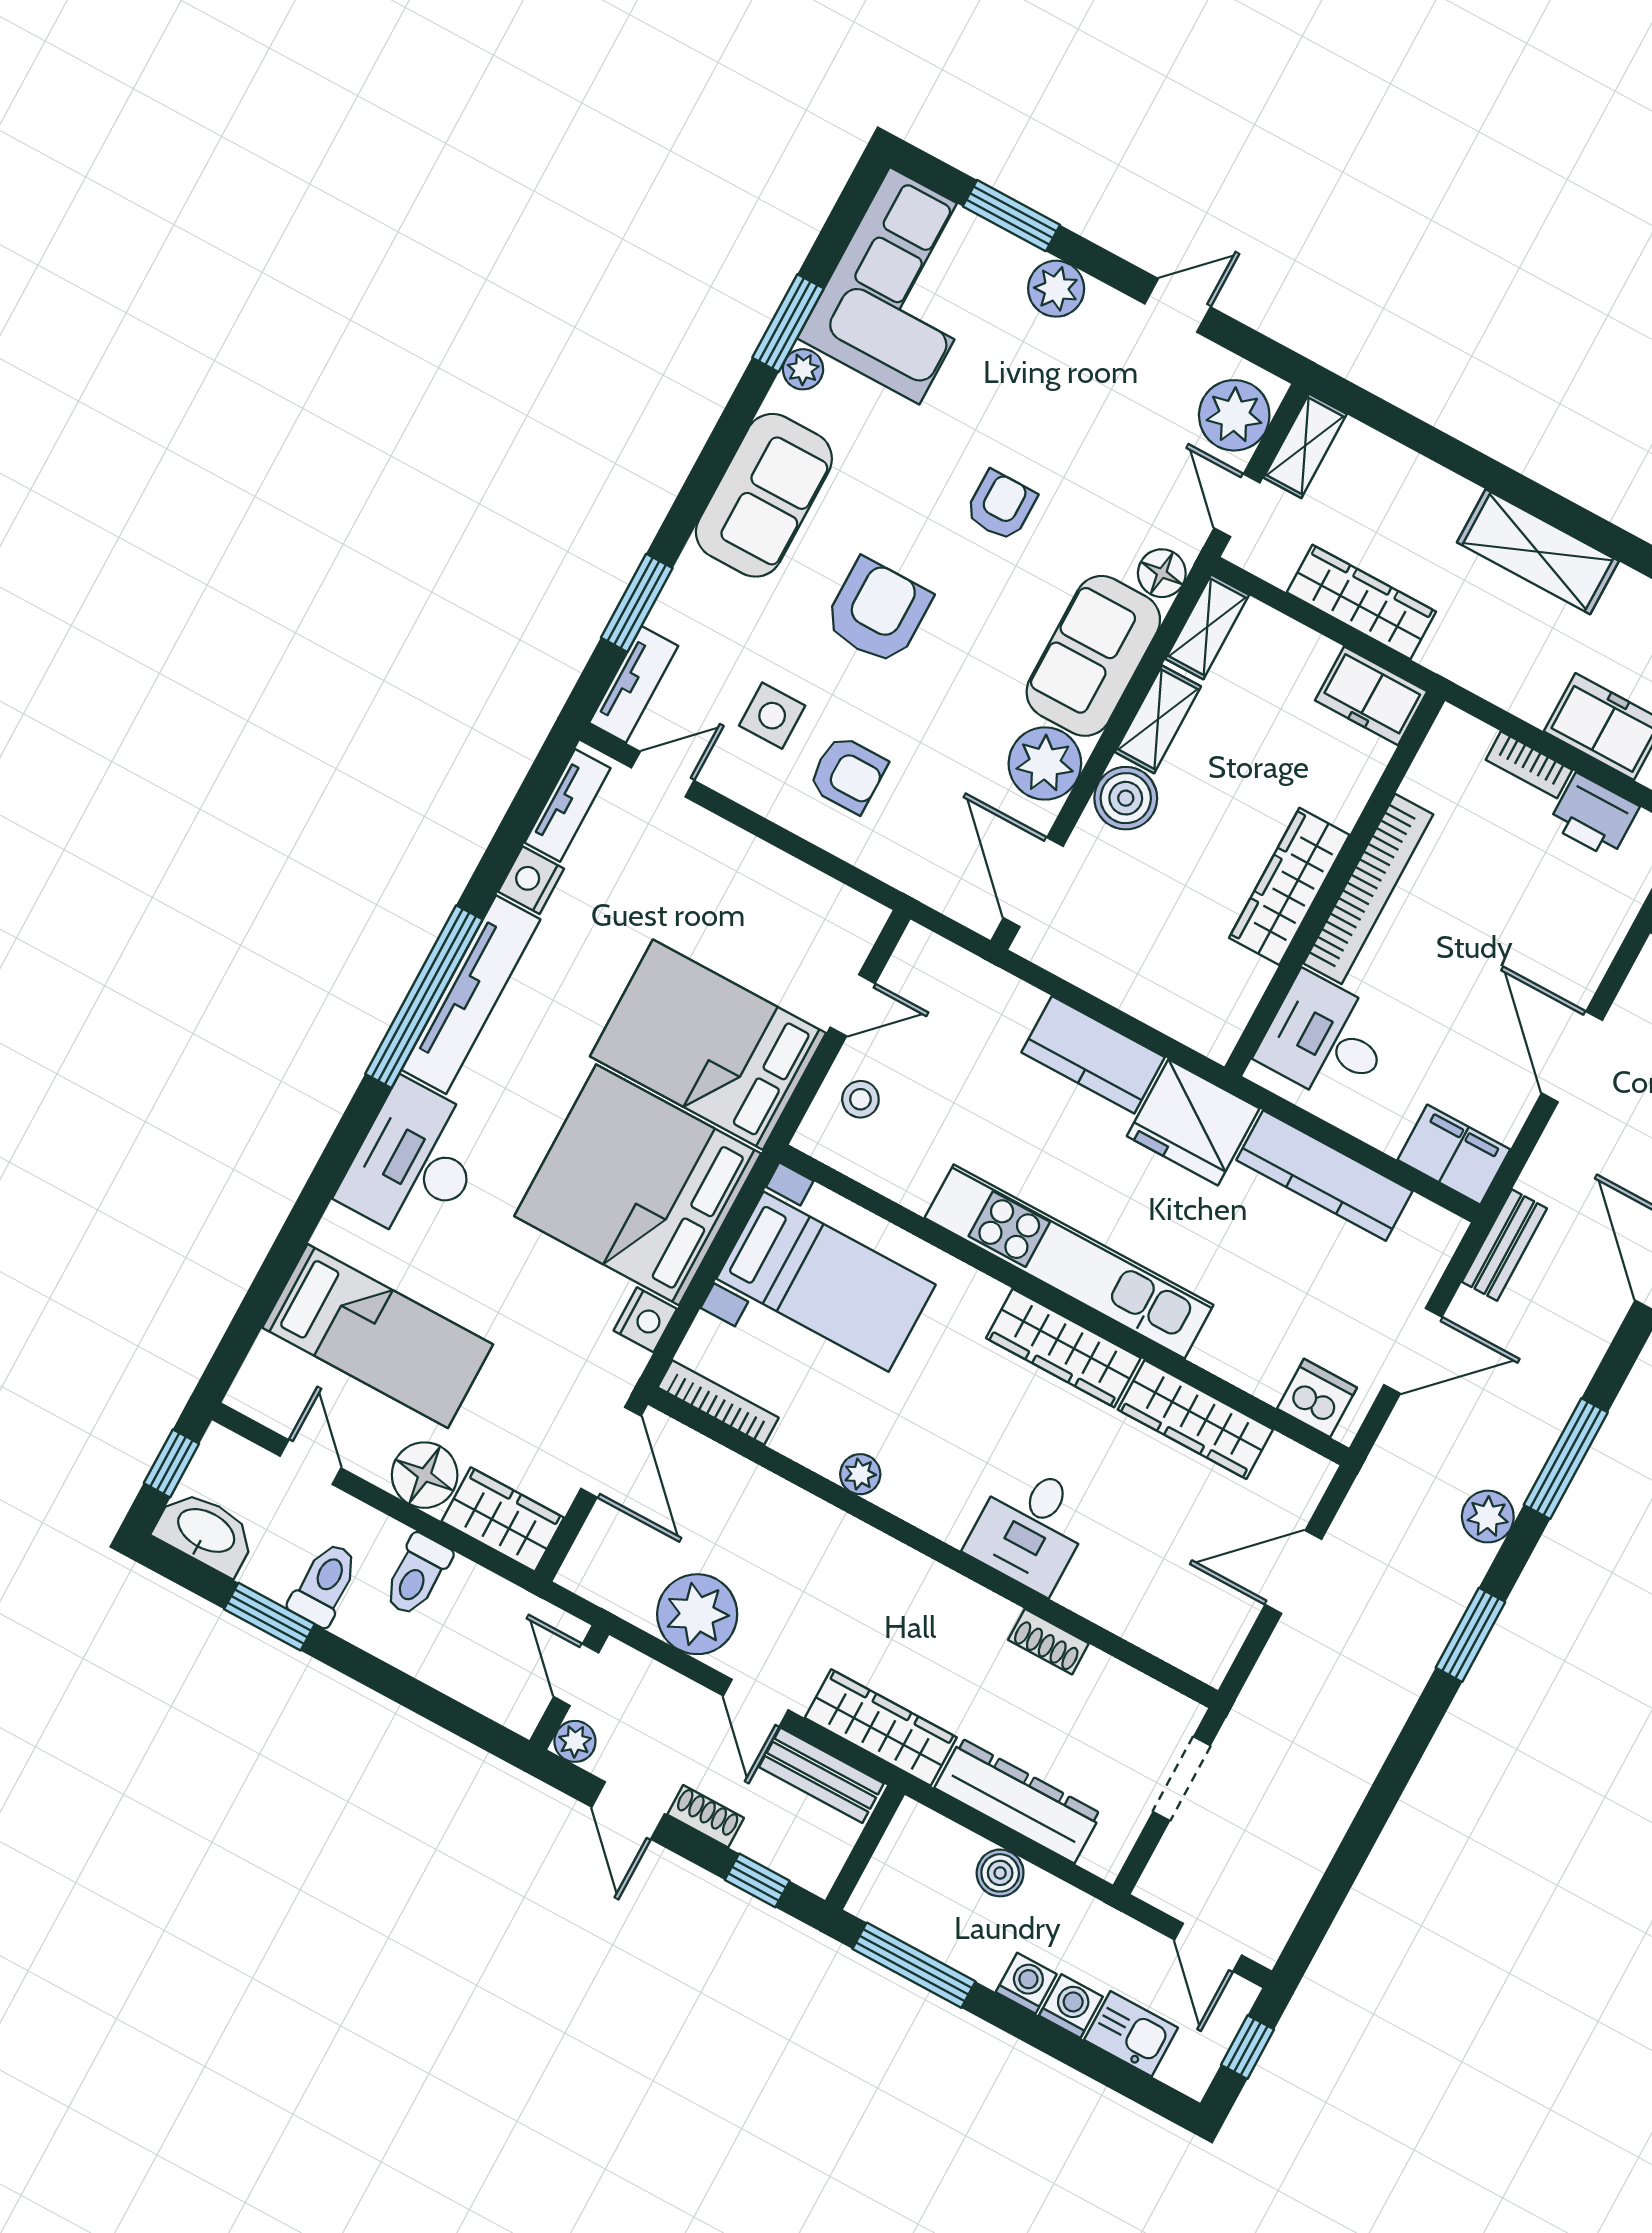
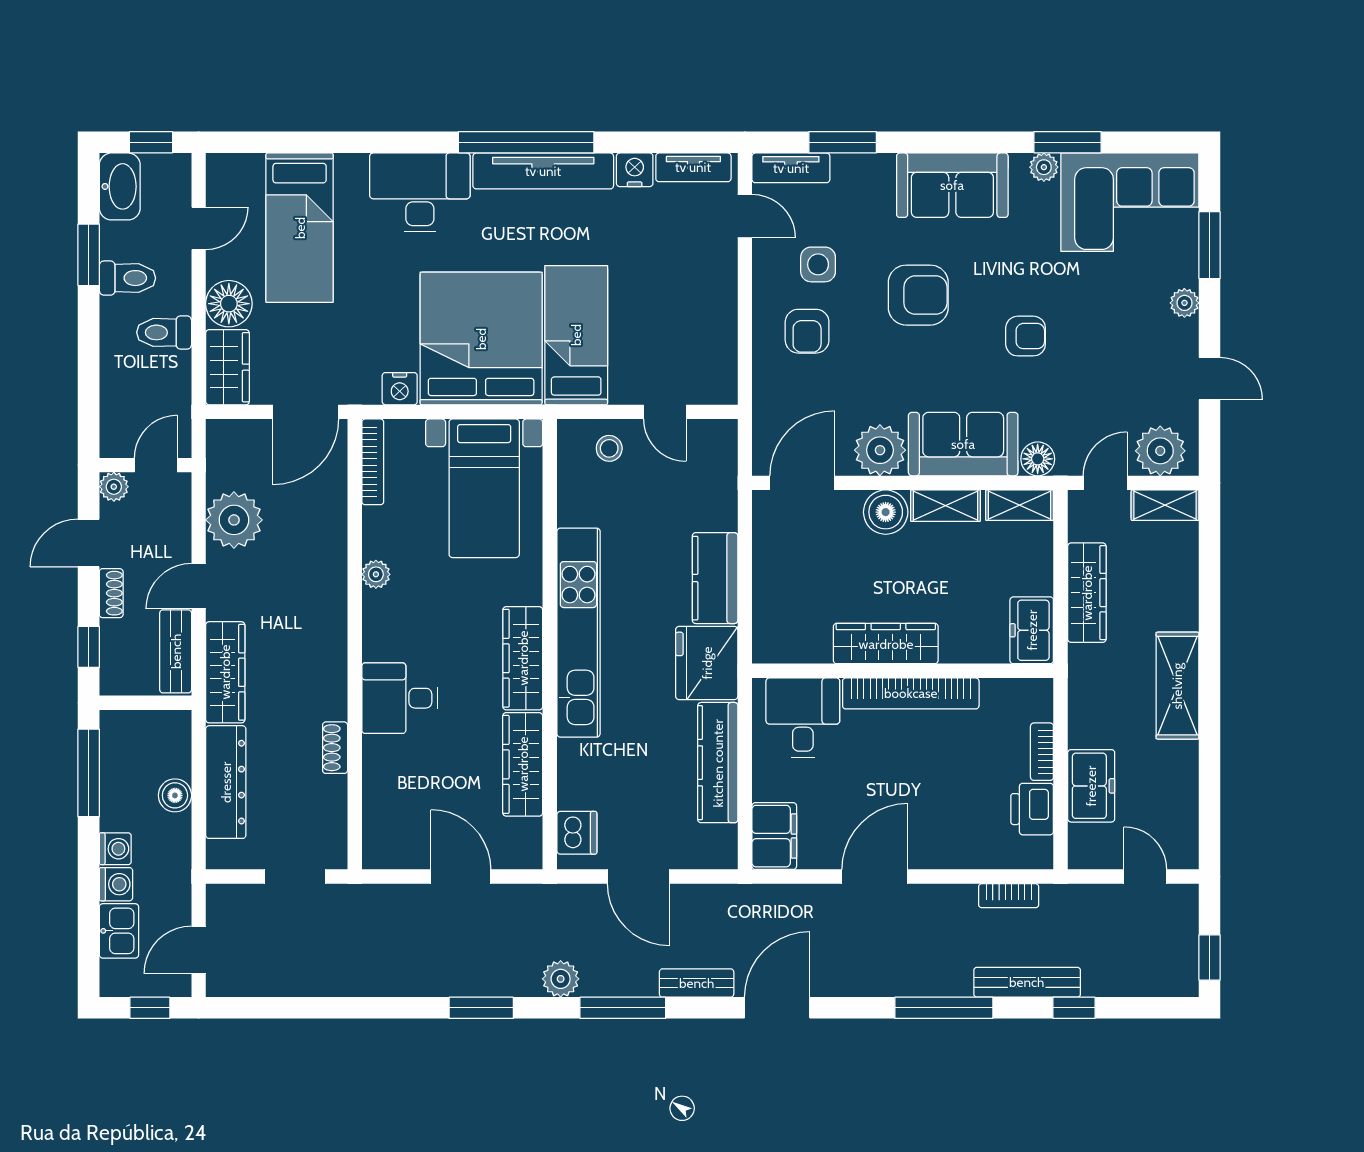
plant: (1056, 289) -> (1184, 303), width x0.73, depth x0.73
bed: (708, 1045) -> (576, 335), width x0.67
bench: (1504, 1245) -> (697, 983), moved

